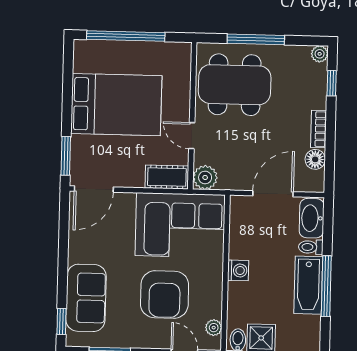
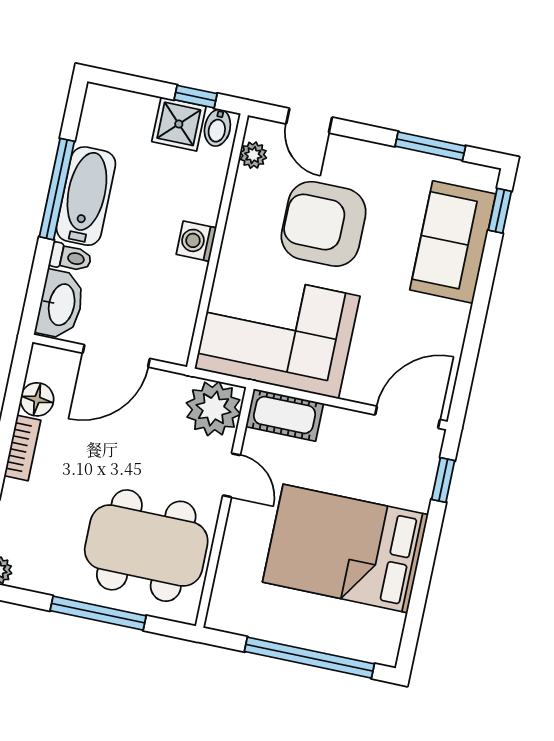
window: (66, 156) -> (443, 480), width x0.67
plant: (205, 177) -> (213, 409), width x1.36, depth x1.36
armchair: (165, 294) -> (324, 224), turned -90

